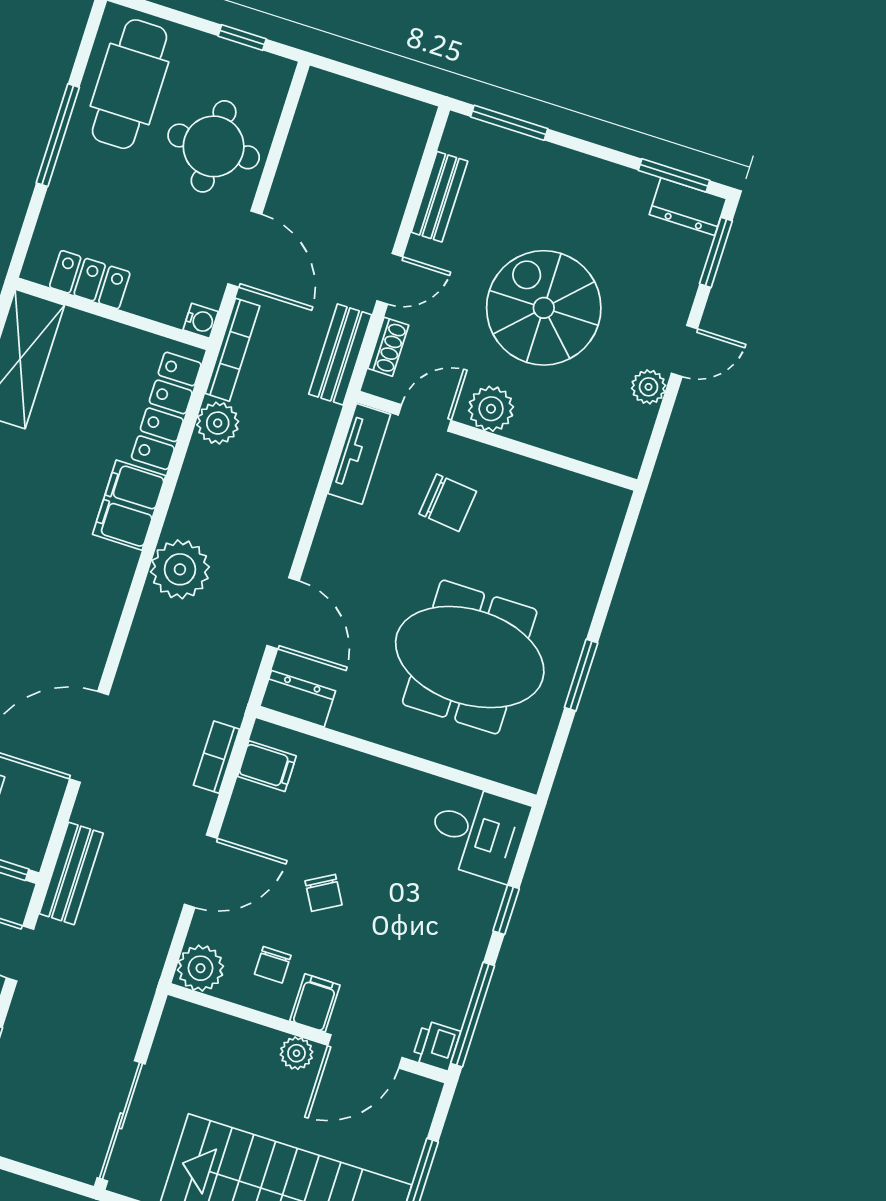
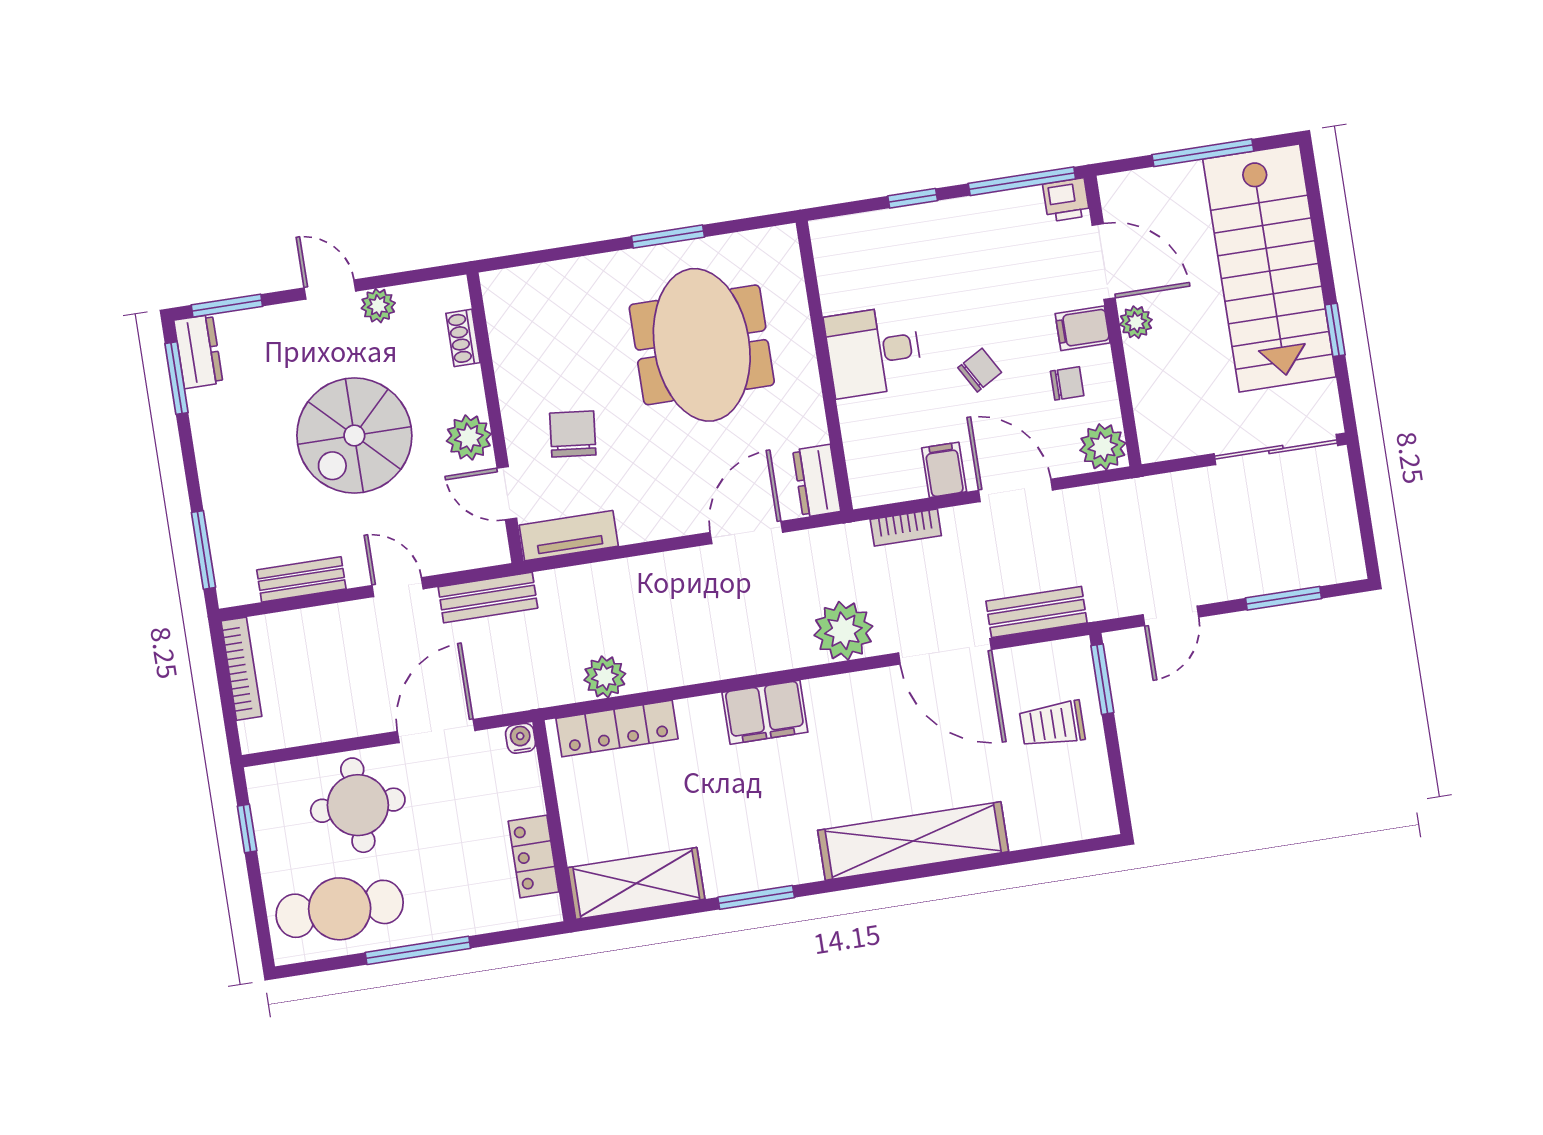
shoe rack: (388, 347) -> (463, 338), moved, turned -90
bookcase: (232, 350) -> (241, 669), moved, turned 90
filing cabinet: (129, 505) -> (765, 712), moved
plant: (180, 569) -> (843, 631), moved
filing cabinet: (267, 766) -> (944, 470), moved
desk: (478, 832) -> (873, 351), moved, turned -90
bench: (71, 873) -> (1036, 612), moved

